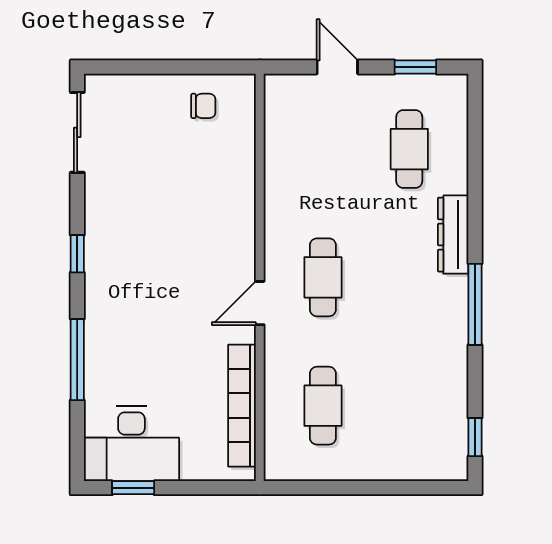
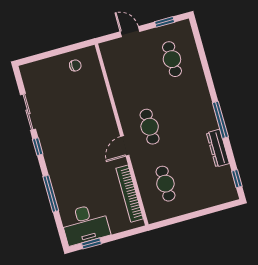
sliding door: (77, 132) -> (28, 112), moved
dresser: (453, 235) -> (218, 148), moved

